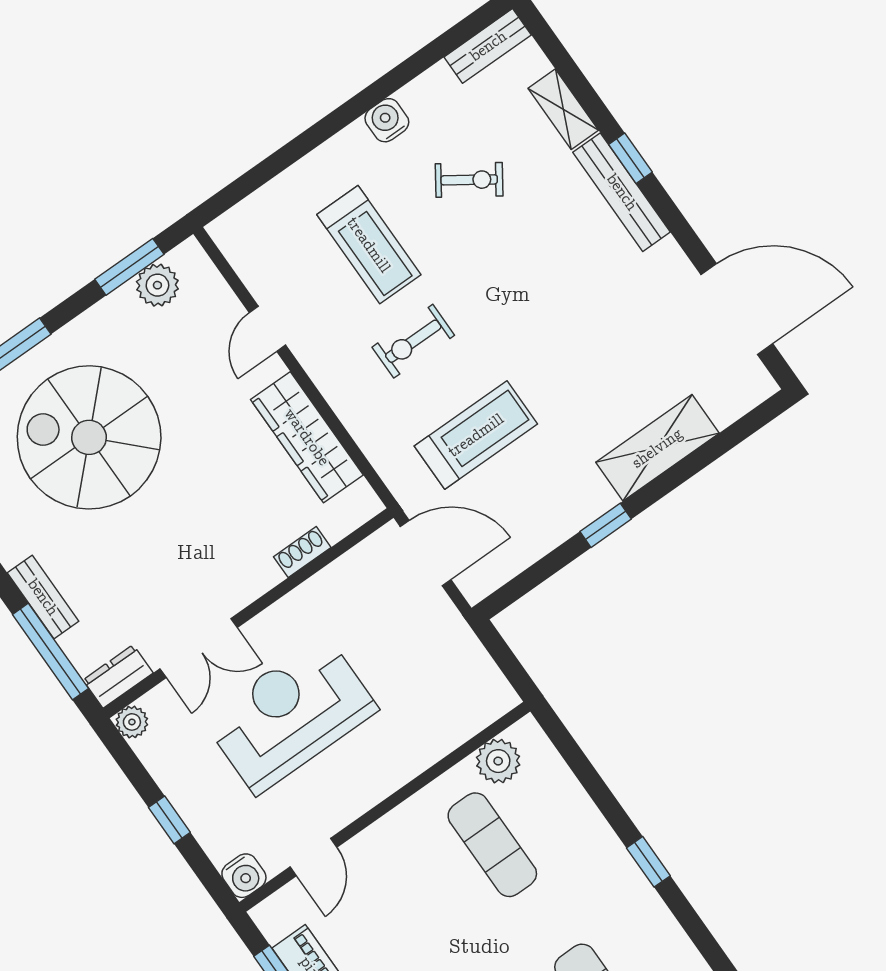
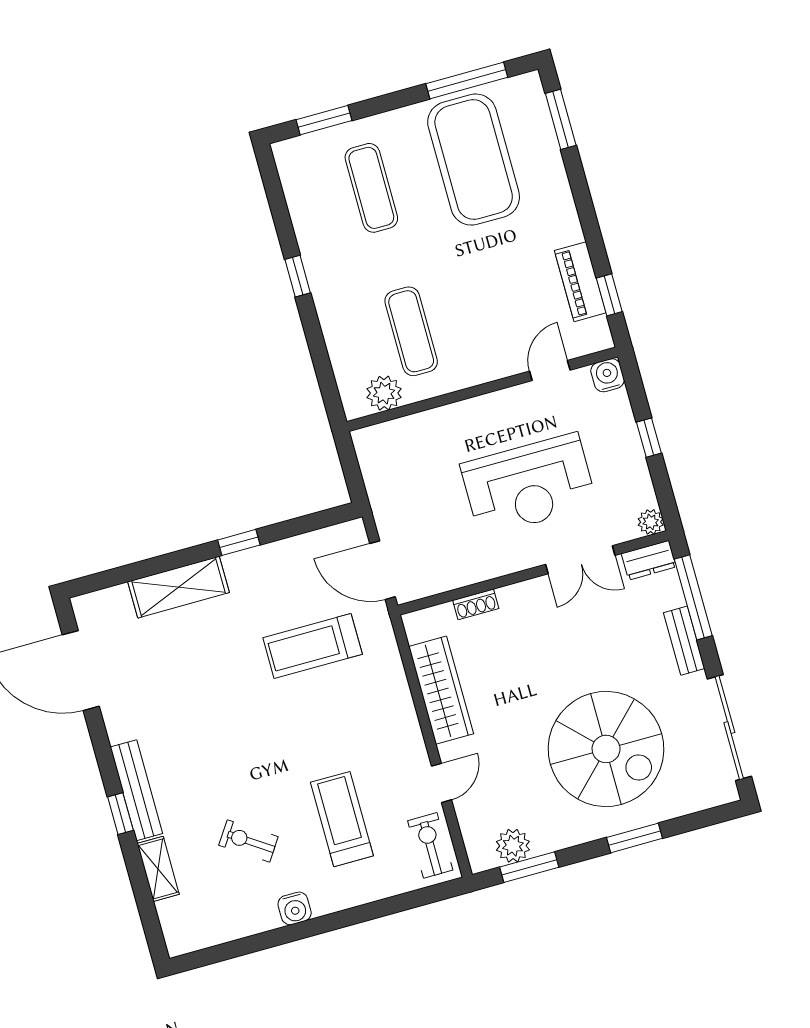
bench: (488, 46) -> (198, 937), removed
exercise bike: (413, 341) -> (430, 845), moved, turned -90
double door: (199, 648) -> (580, 560), swing flipped

